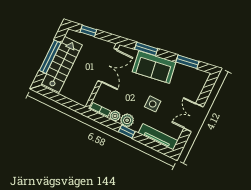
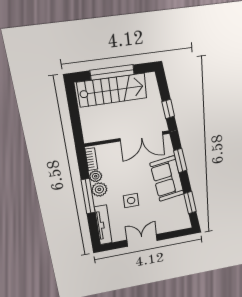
window: (88, 31) -> (168, 109), moved
window: (127, 132) -> (88, 196), width x2.17

